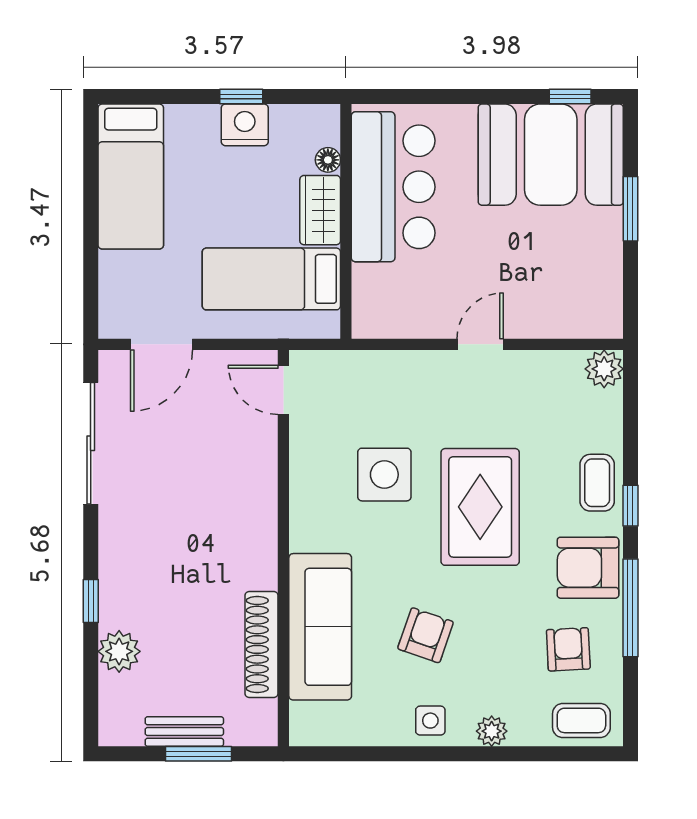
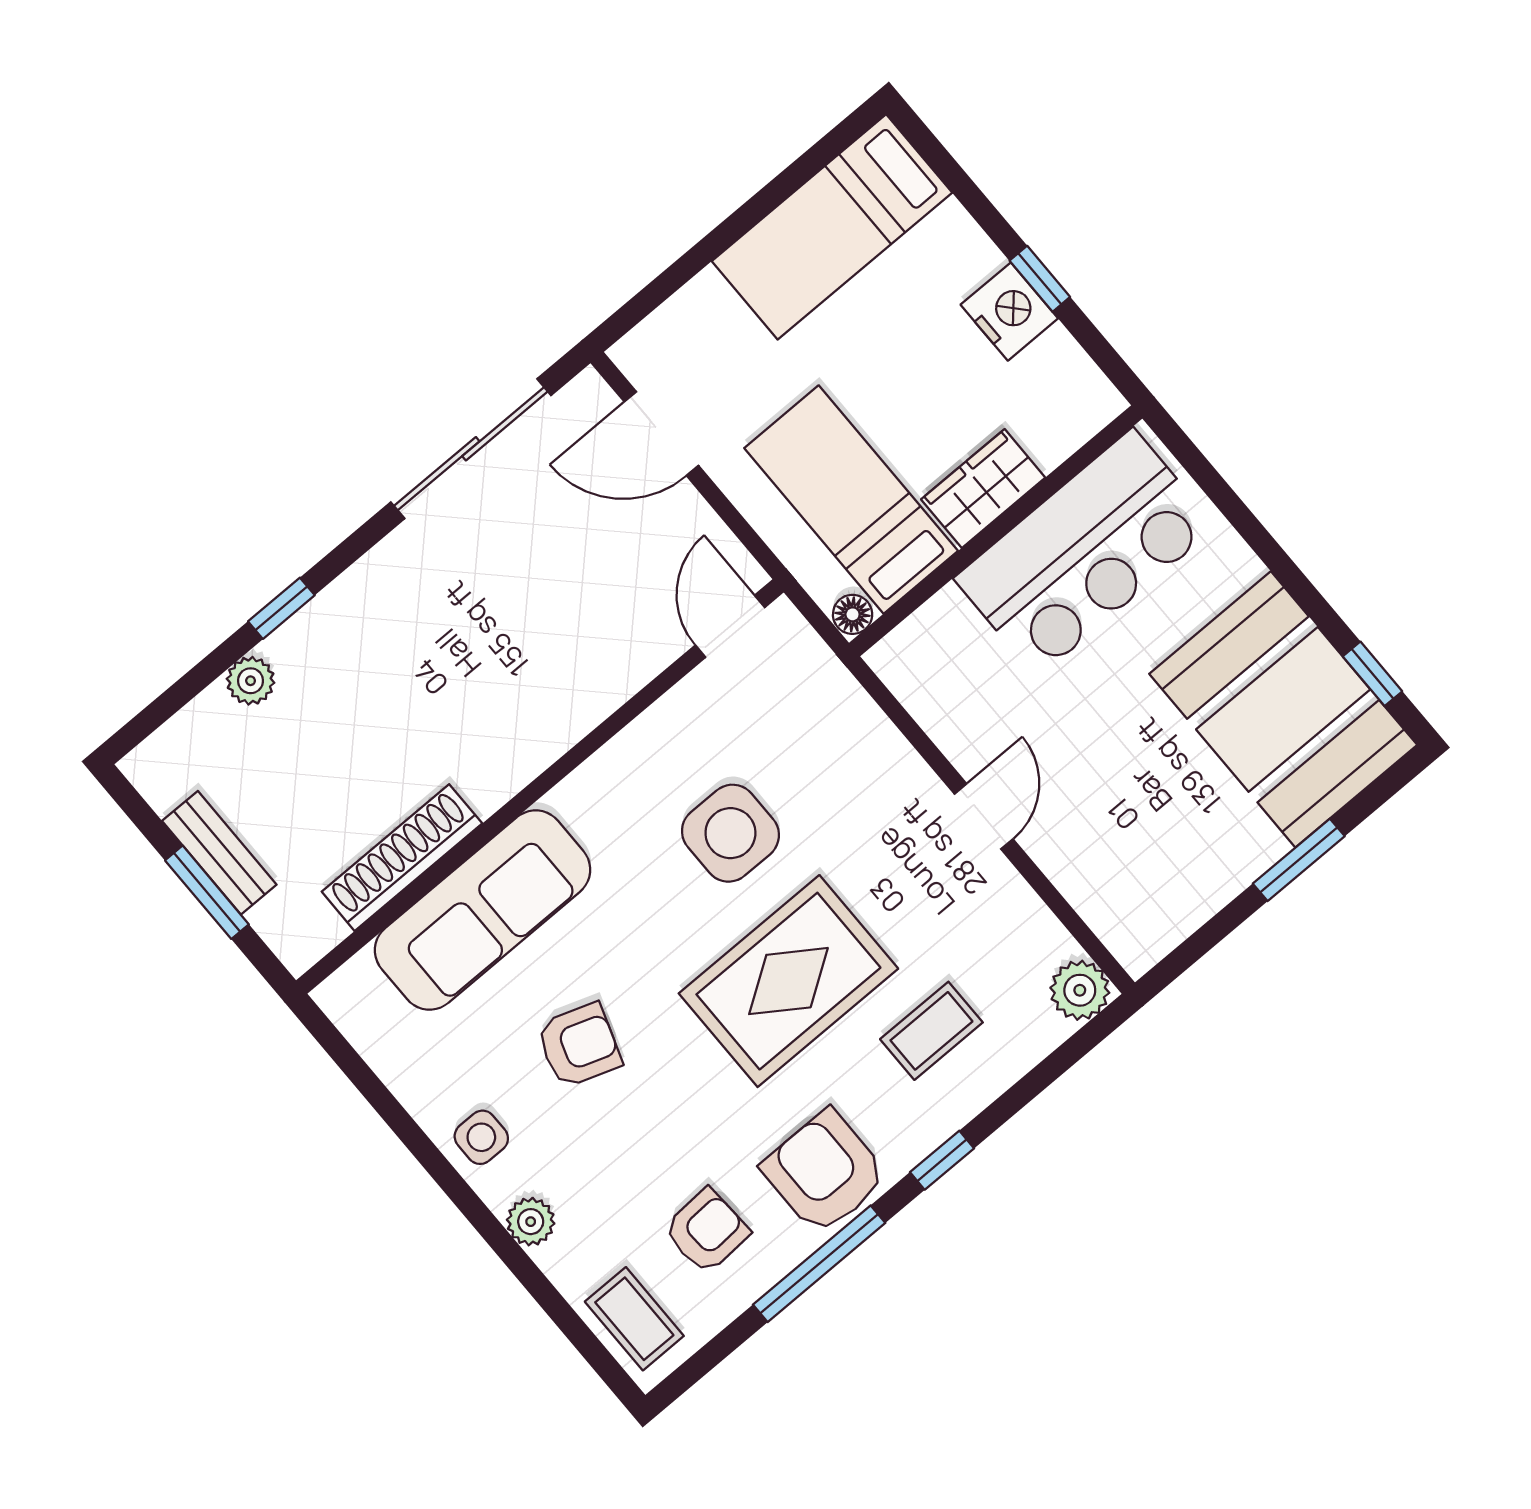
floor lamp: (328, 160) -> (853, 614), moved
door: (480, 344) -> (984, 816), hinge flipped
coffee table: (597, 483) -> (931, 1031), moved
plant: (119, 651) -> (251, 681), width x0.73, depth x0.73

